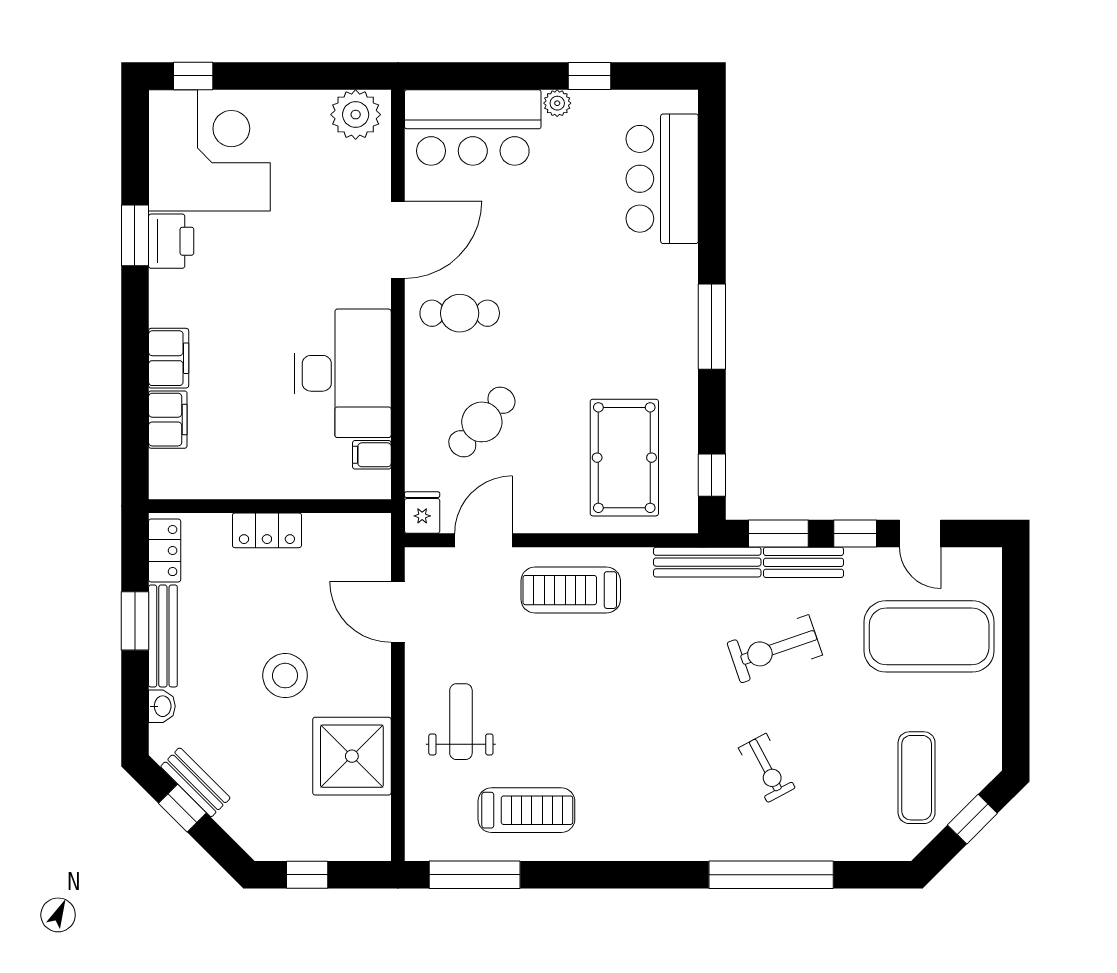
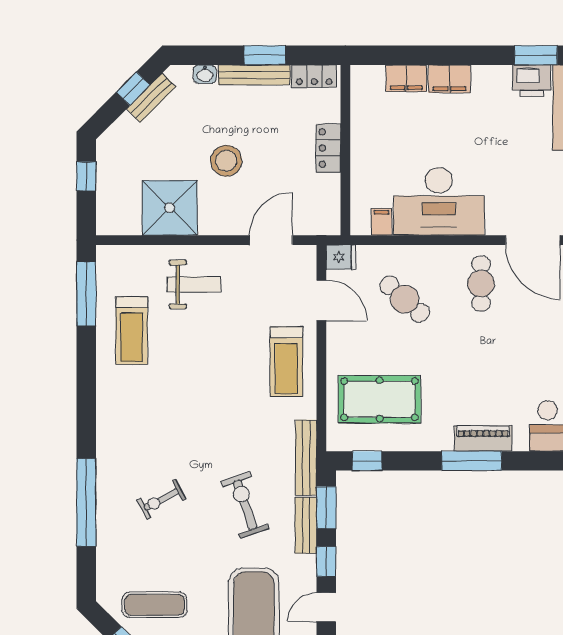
piano: (680, 310) -> (483, 438), added
treadmill: (571, 590) -> (286, 362), turned 180

